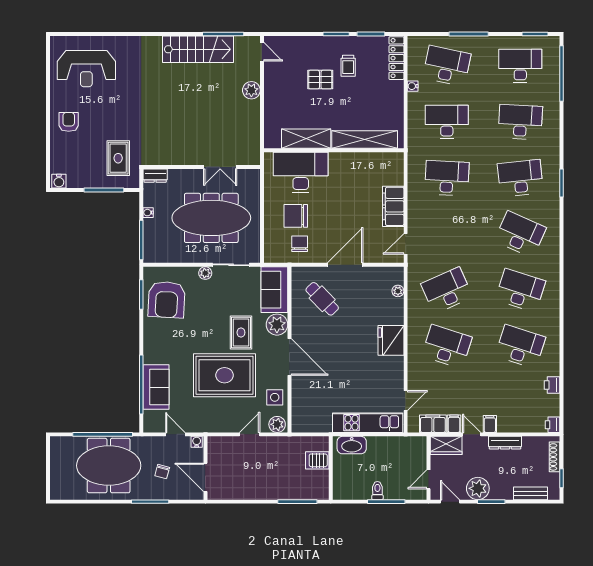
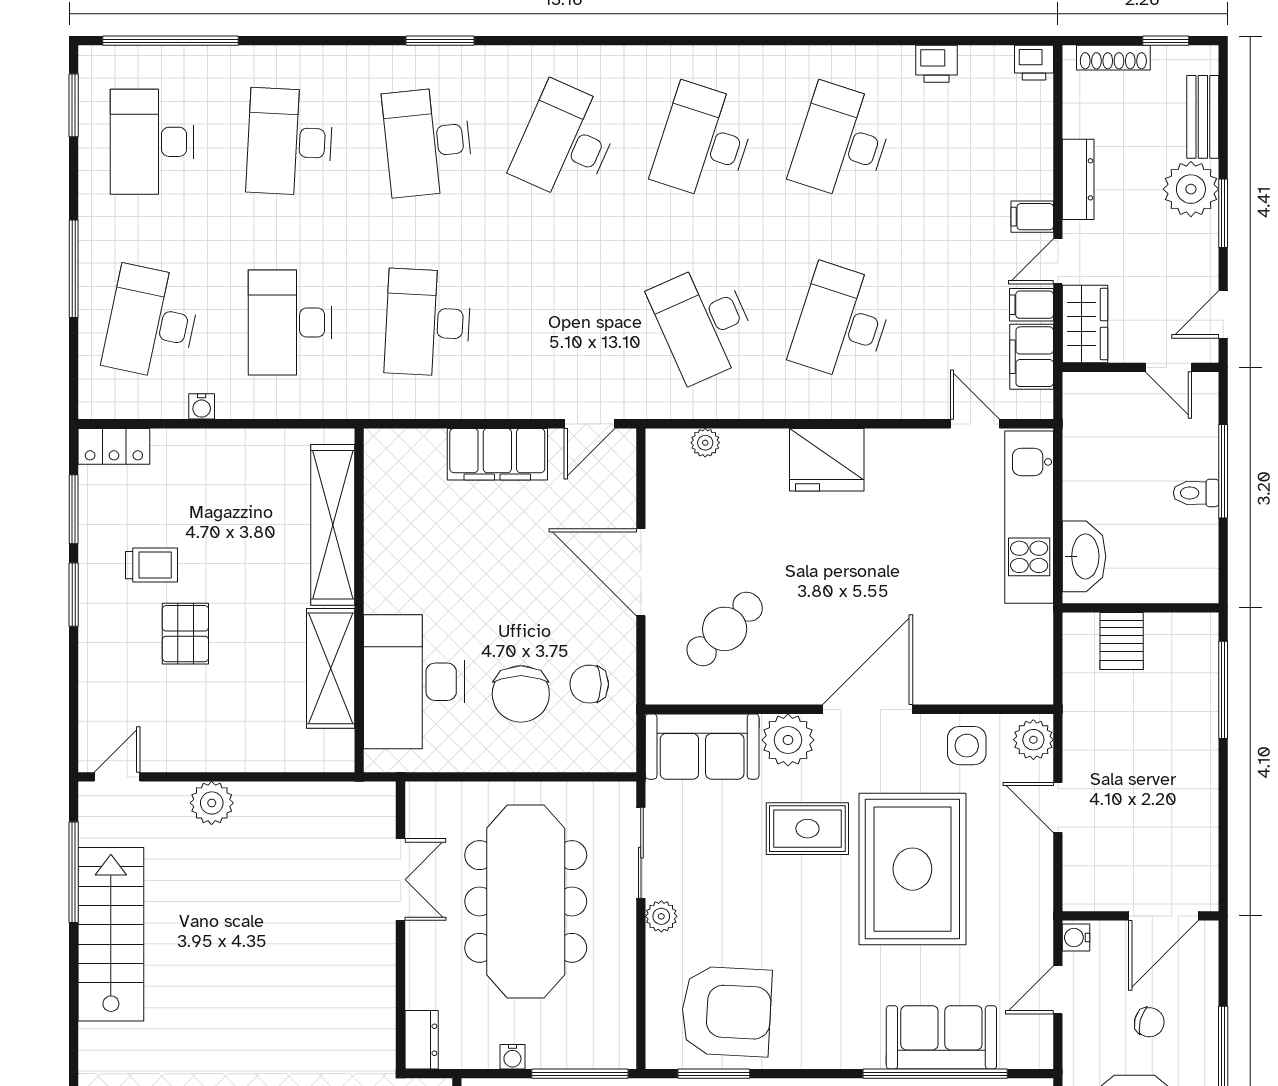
locker: (396, 58) -> (114, 446), width x0.66
door: (406, 244) -> (589, 424), hinge flipped
plant: (478, 488) -> (1191, 189), moved

